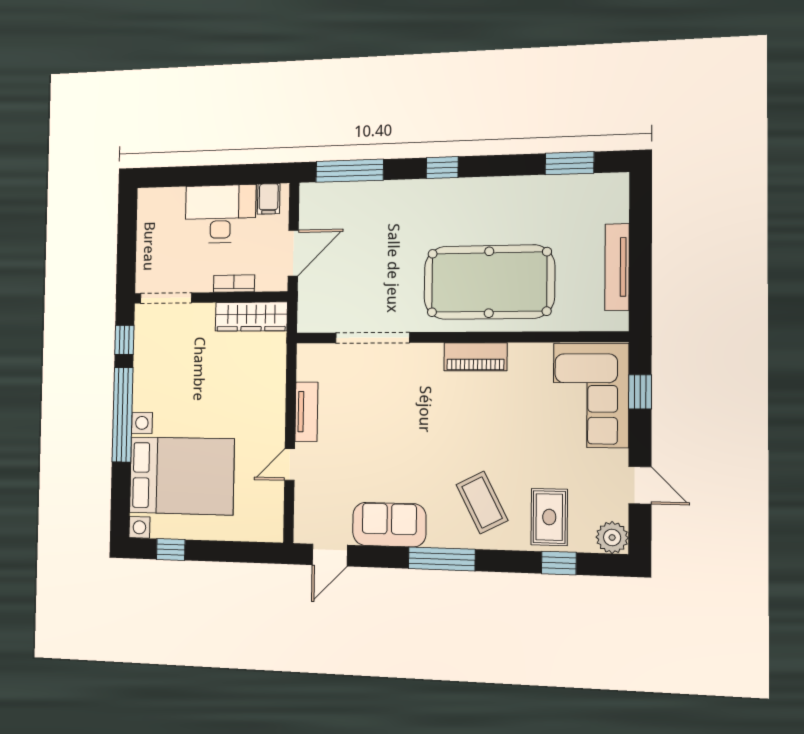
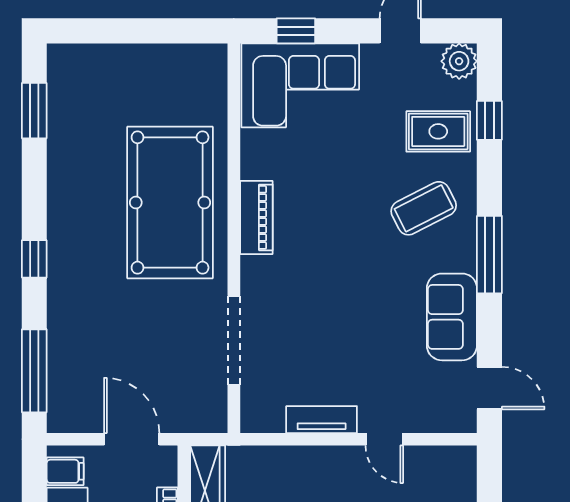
tv unit: (617, 267) -> (155, 57), removed

